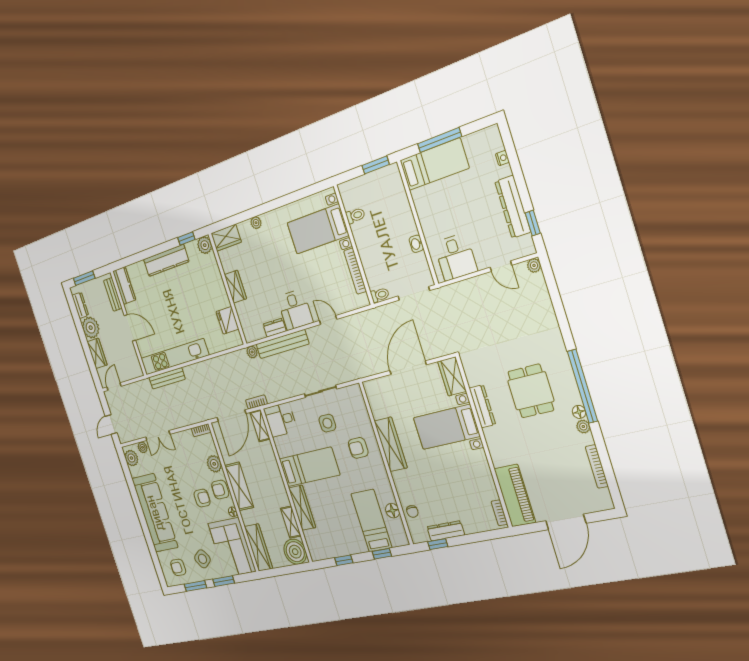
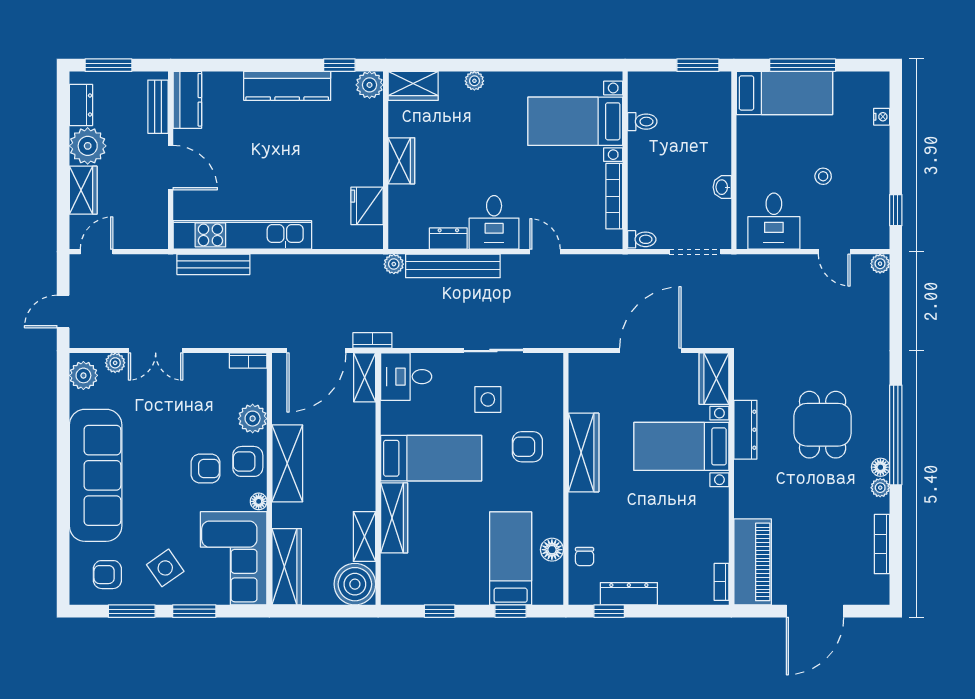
dresser: (513, 207) -> (876, 182), removed
stool: (477, 215) -> (823, 176), added

